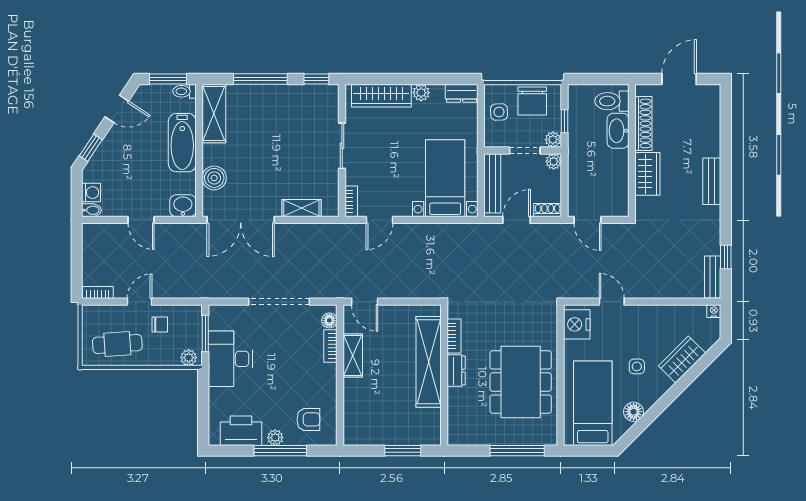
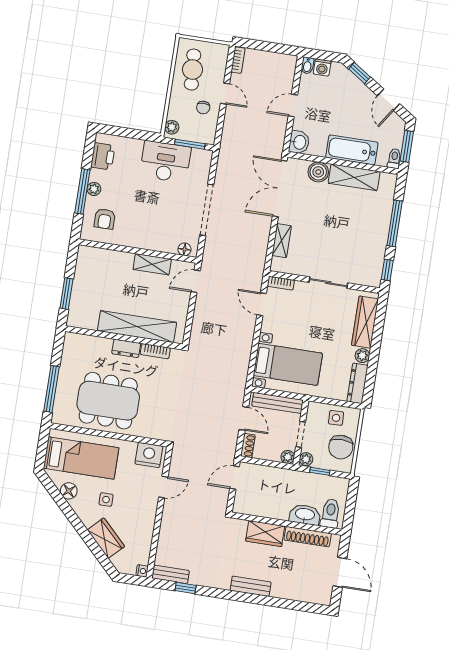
dresser: (462, 93) -> (357, 383), width x1.44
chair: (532, 101) -> (341, 447), turned -90
shelving: (214, 113) -> (354, 177), moved
bookcase: (330, 346) -> (163, 247), removed
printer: (241, 431) -> (103, 156), width x0.73, depth x0.84

